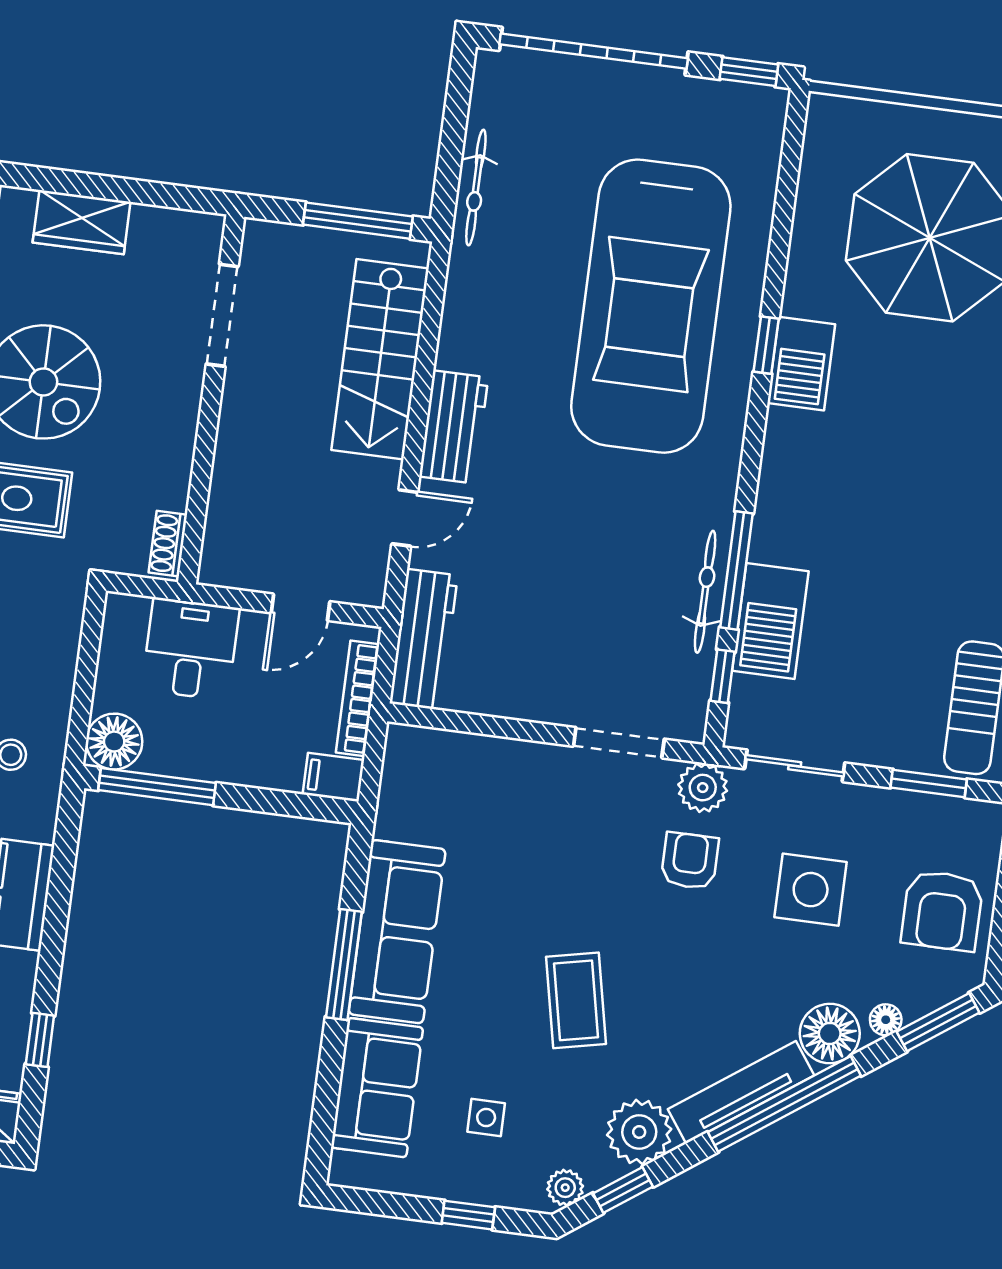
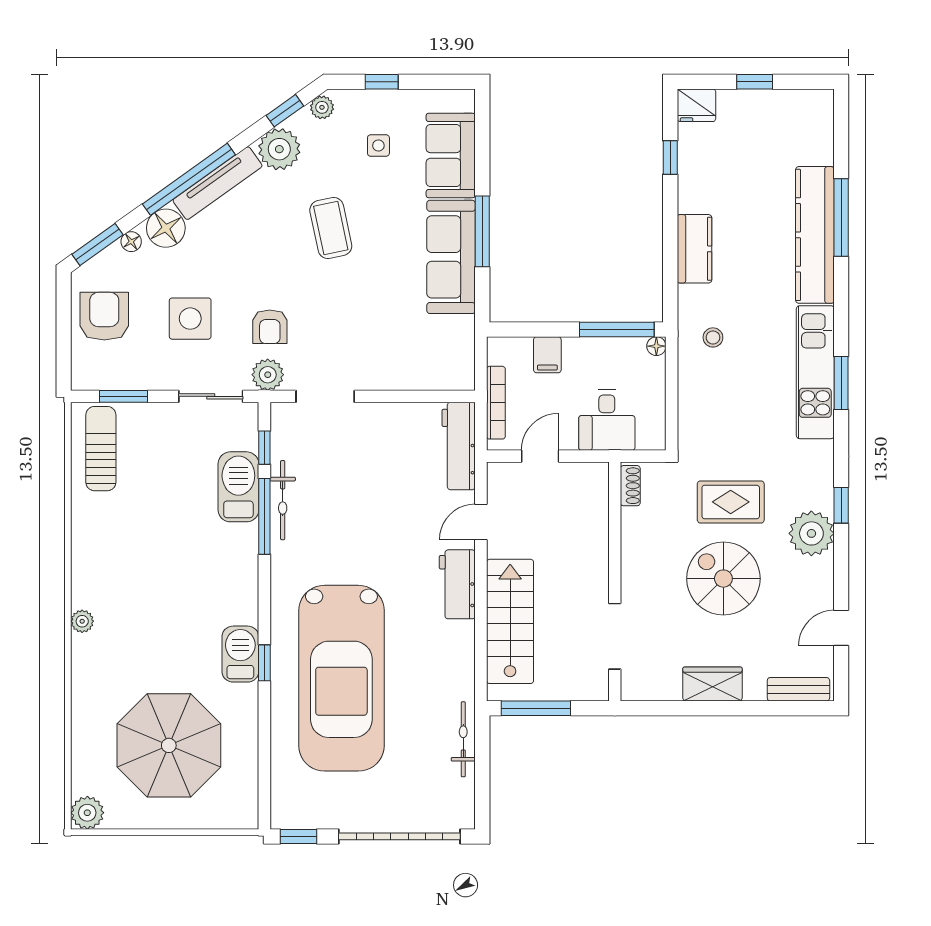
car: (651, 306) -> (341, 678), turned 180
floor lamp: (114, 742) -> (656, 346), width x0.53, depth x0.53
filing cabinet: (333, 777) -> (547, 355), moved, turned 90

